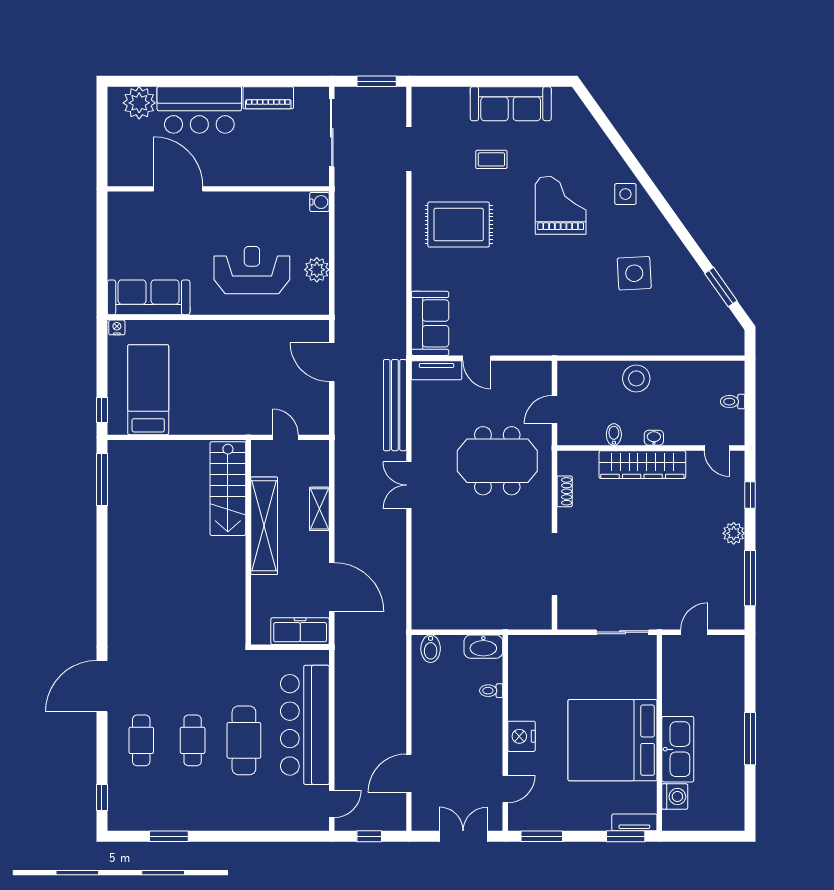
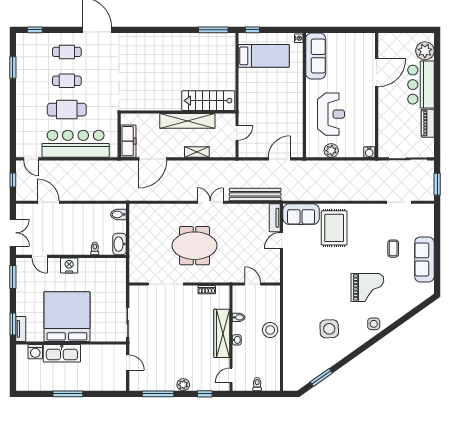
rug: (459, 225) -> (334, 228), moved
meeting table: (497, 461) -> (195, 246), moved, turned 90

